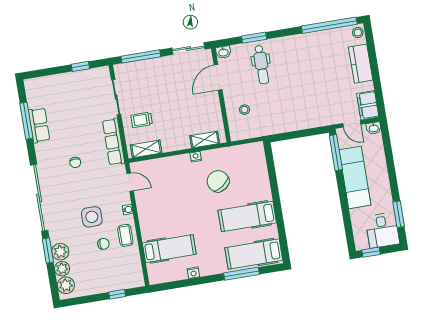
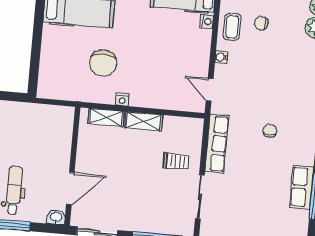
stool: (244, 110) -> (49, 141), removed
shelving: (146, 149) -> (143, 121), moved
chair: (218, 181) -> (103, 63), turned 35
side table: (92, 217) -> (267, 60), removed
nightstand: (146, 234) -> (207, 22), added

